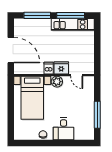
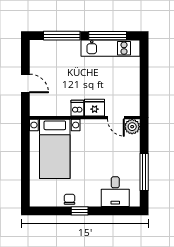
door: (11, 50) -> (25, 83), width x0.53
plant: (57, 82) -> (132, 127), moved
desk: (64, 129) -> (115, 192), moved
window: (50, 143) -> (80, 211), added

